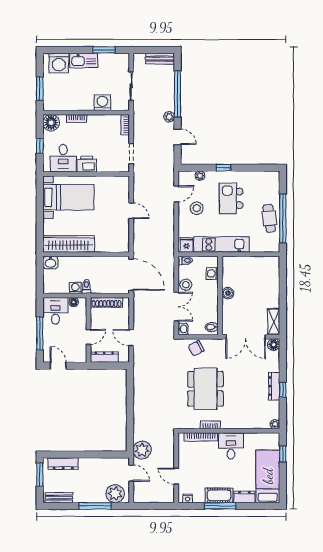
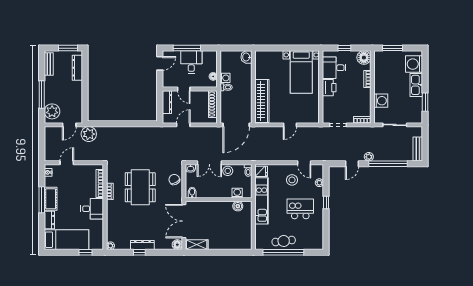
wardrobe: (69, 244) -> (262, 101), moved
boiler: (228, 293) -> (238, 206), moved
desk: (55, 311) -> (191, 62), moved, turned -90
dining table: (205, 389) -> (140, 187), turned 90

